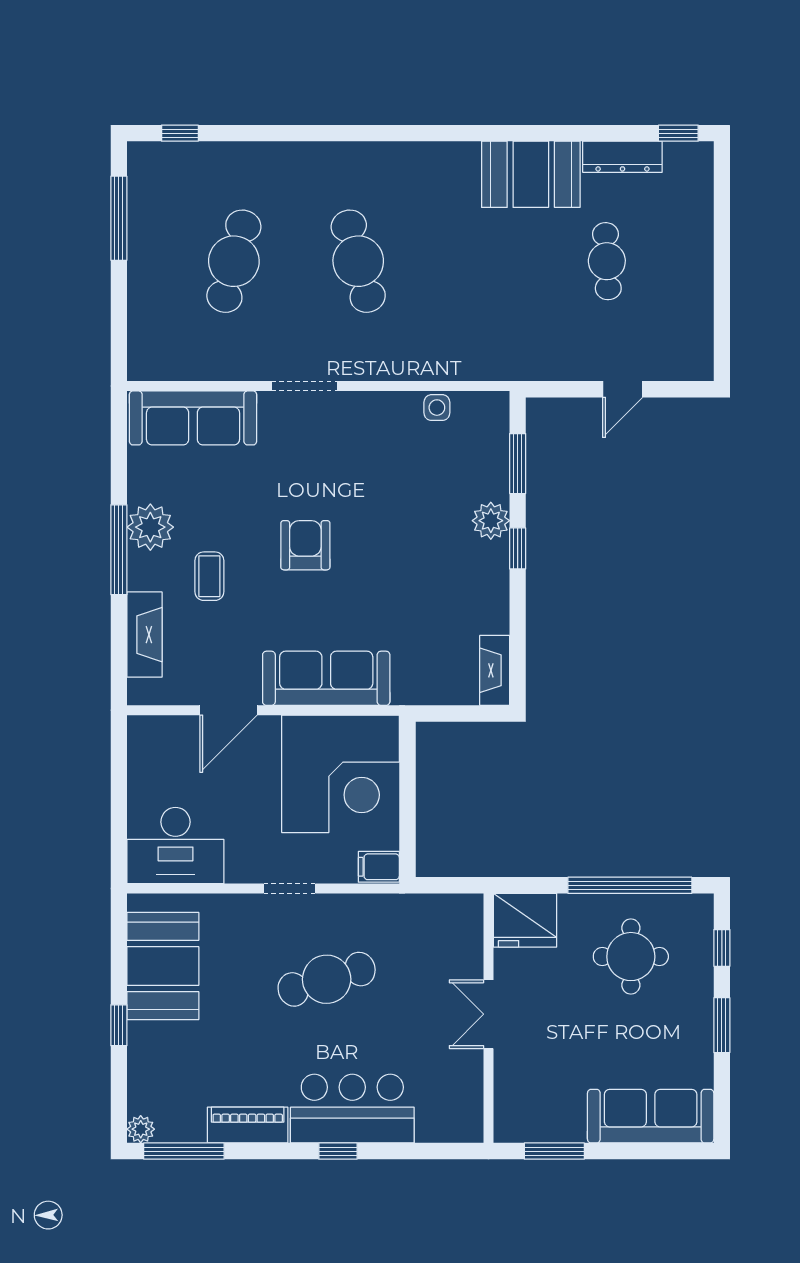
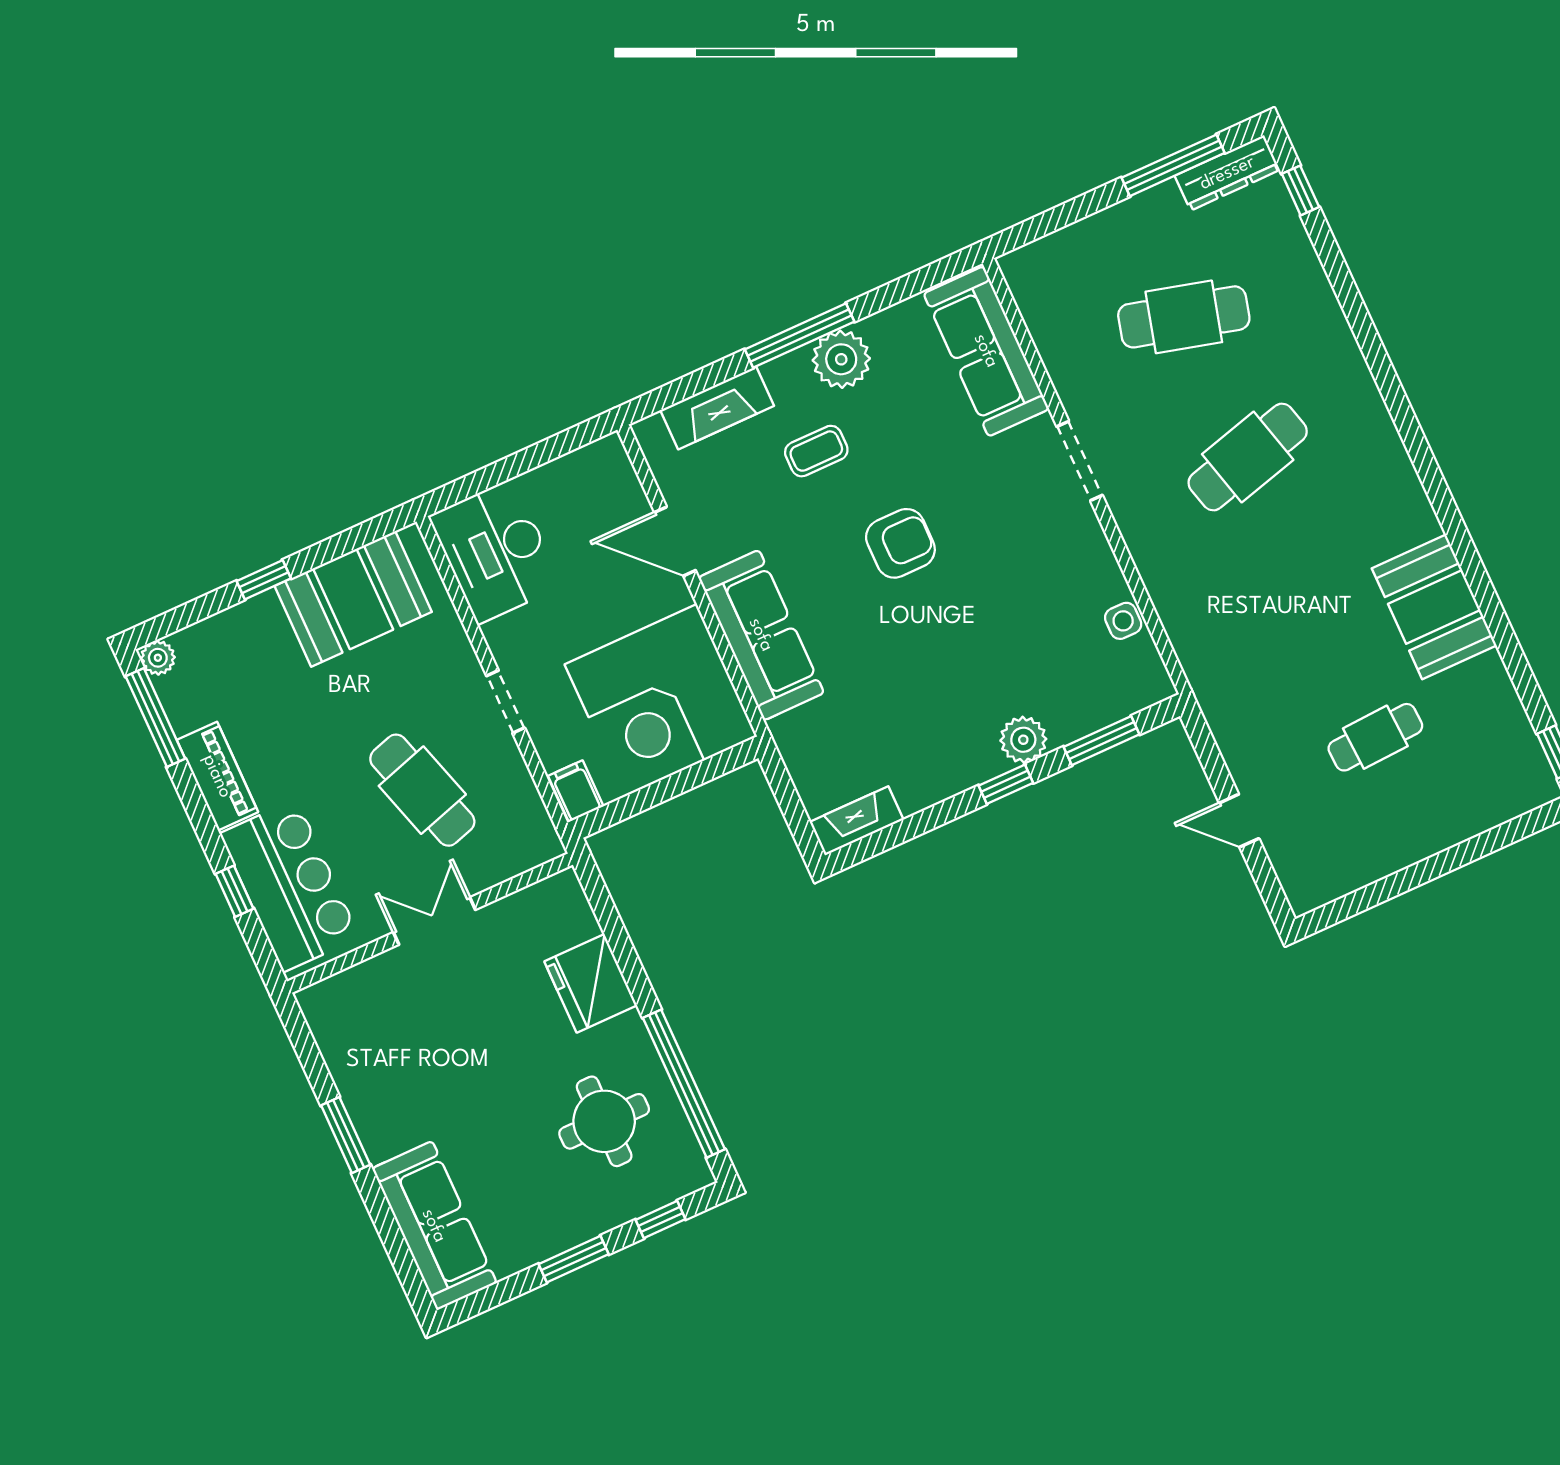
dresser: (622, 157) -> (1227, 173), moved, turned -90
double door: (488, 1014) -> (434, 921), moved
wall: (488, 1018) -> (430, 923), moved

